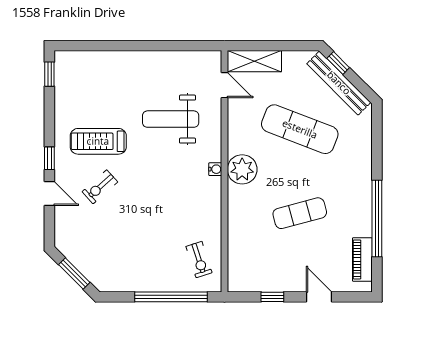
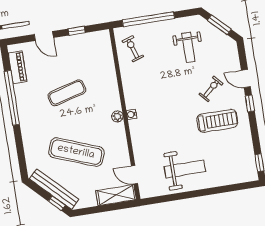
weight bench: (171, 119) -> (185, 169), moved
plant: (242, 169) -> (117, 116), width x0.53, depth x0.53
weight bench: (122, 249) -> (188, 47), added

